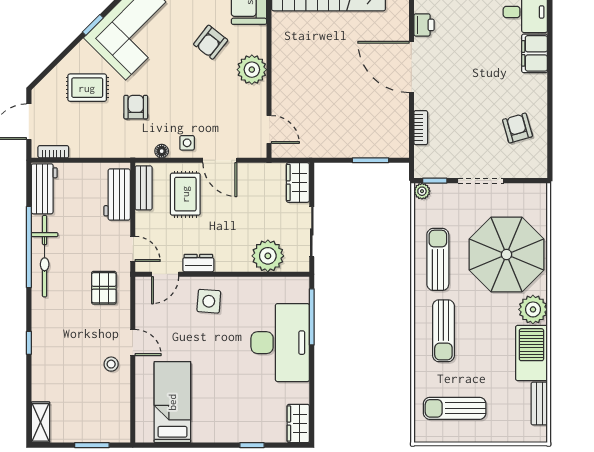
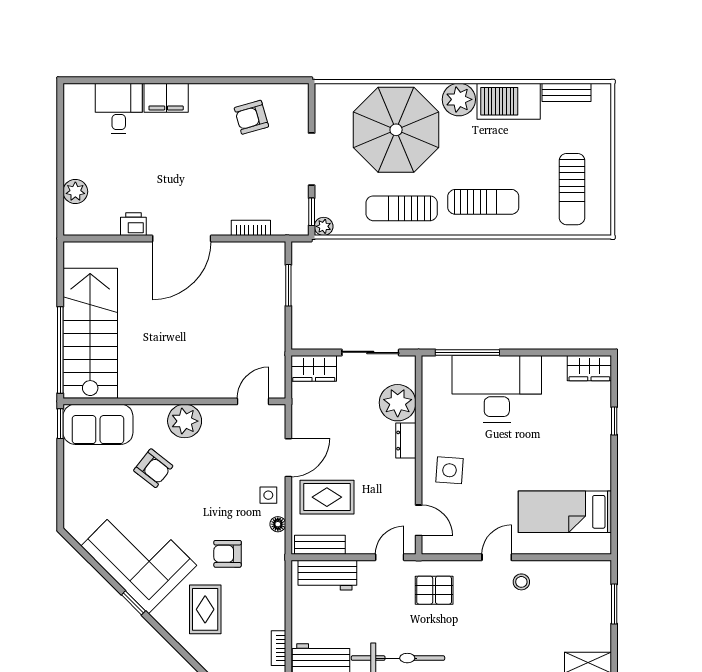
dresser: (198, 263) -> (406, 441), moved

